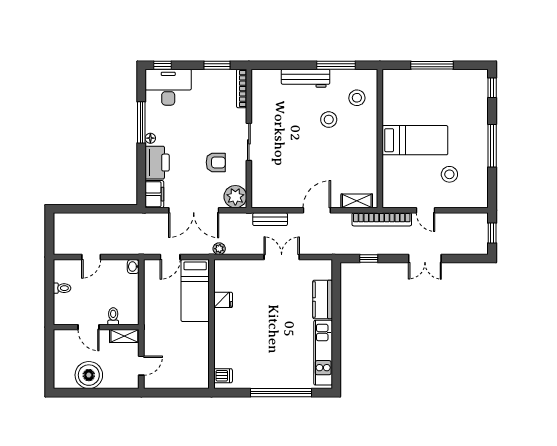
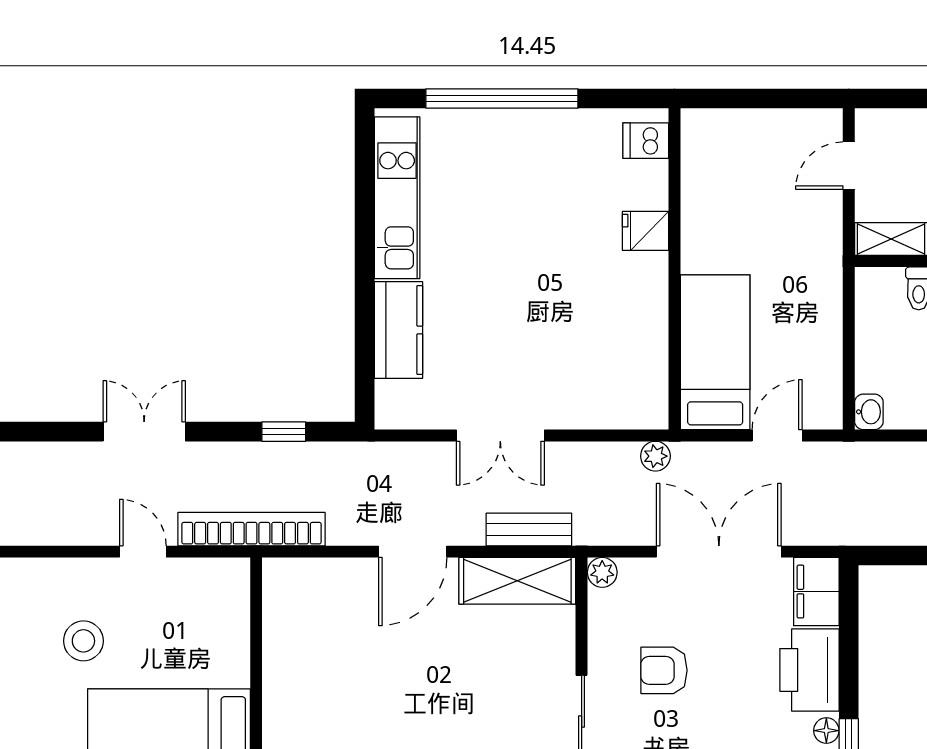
plant: (235, 197) -> (602, 572), width x0.53, depth x0.53
shelving: (357, 201) -> (517, 581), moved, width x1.50, depth x1.33
fridge: (223, 300) -> (645, 231), moved

